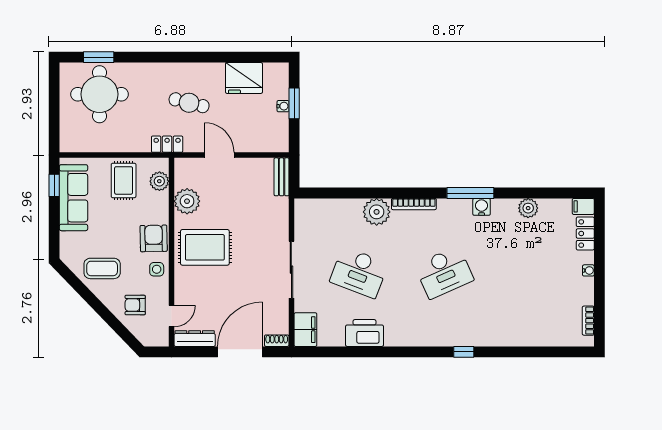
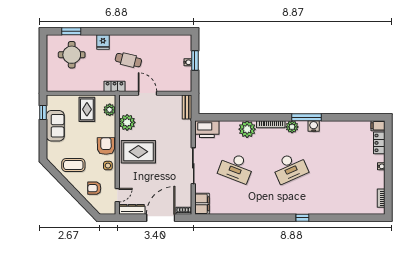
fridge: (244, 78) -> (103, 42), moved, width x0.53, depth x0.75
round table: (99, 94) -> (72, 55), width x0.73, depth x0.73
sofa: (74, 198) -> (55, 126), width x0.73
plant: (528, 208) -> (292, 127), moved
printer: (365, 333) -> (207, 129), moved, turned 180

